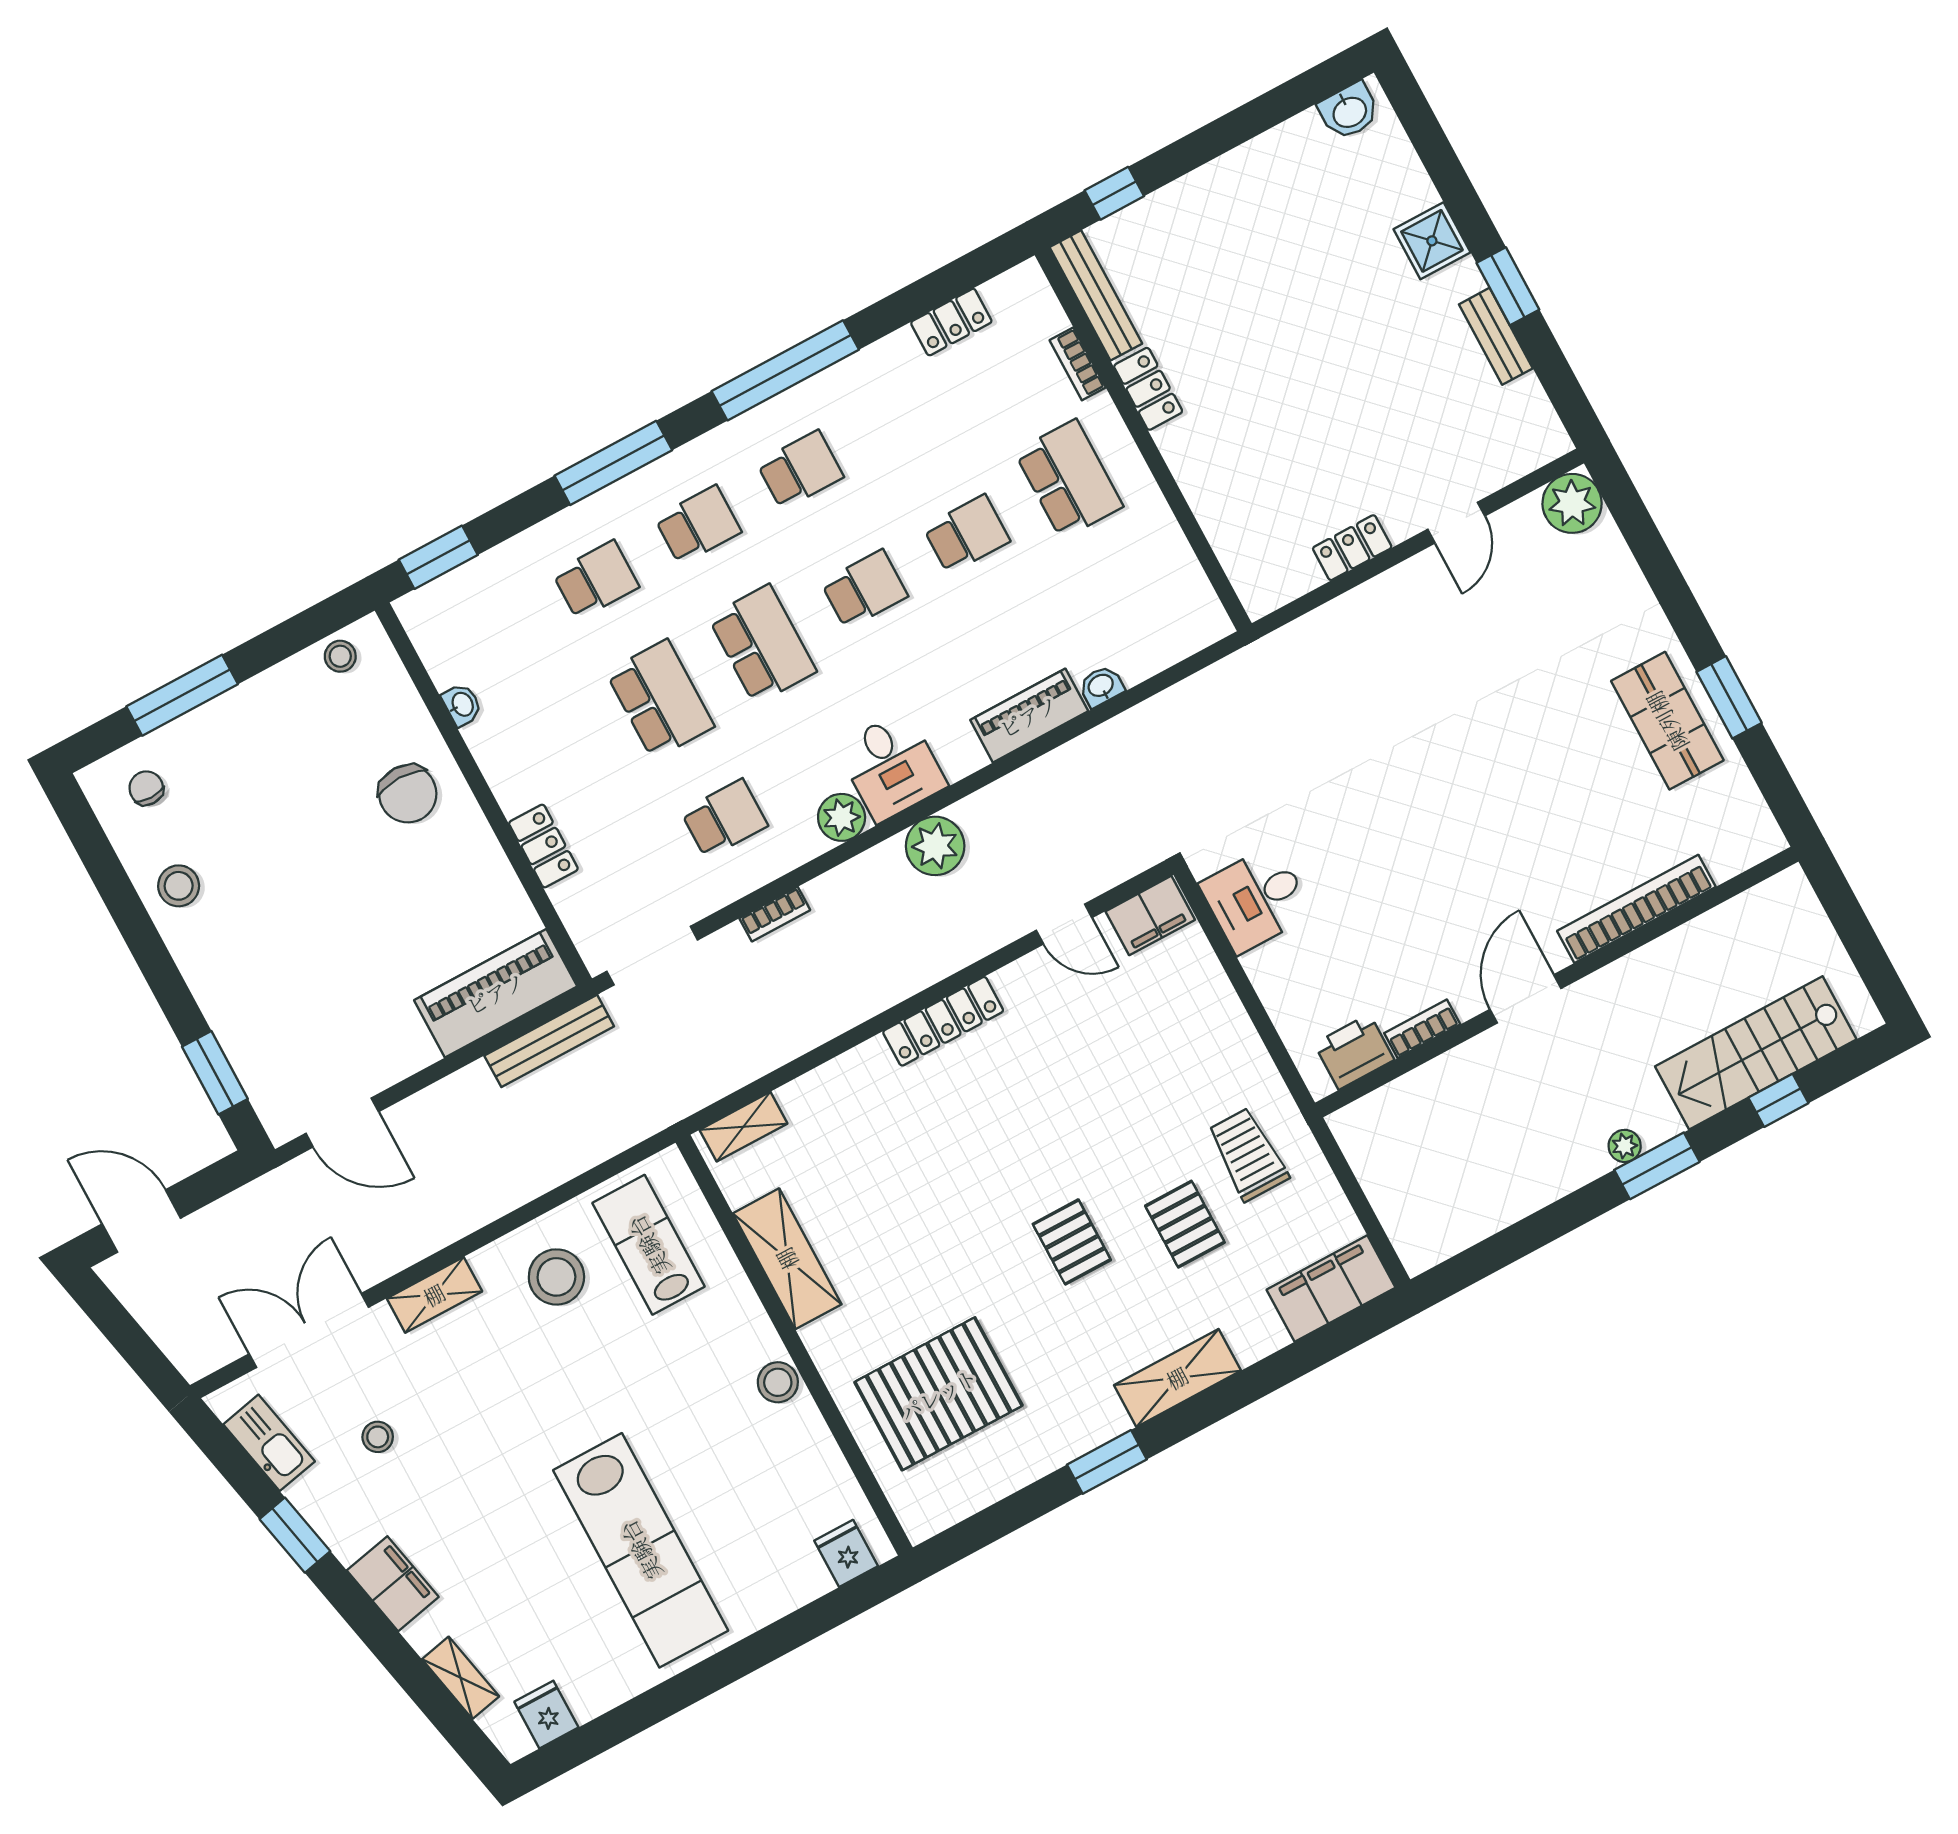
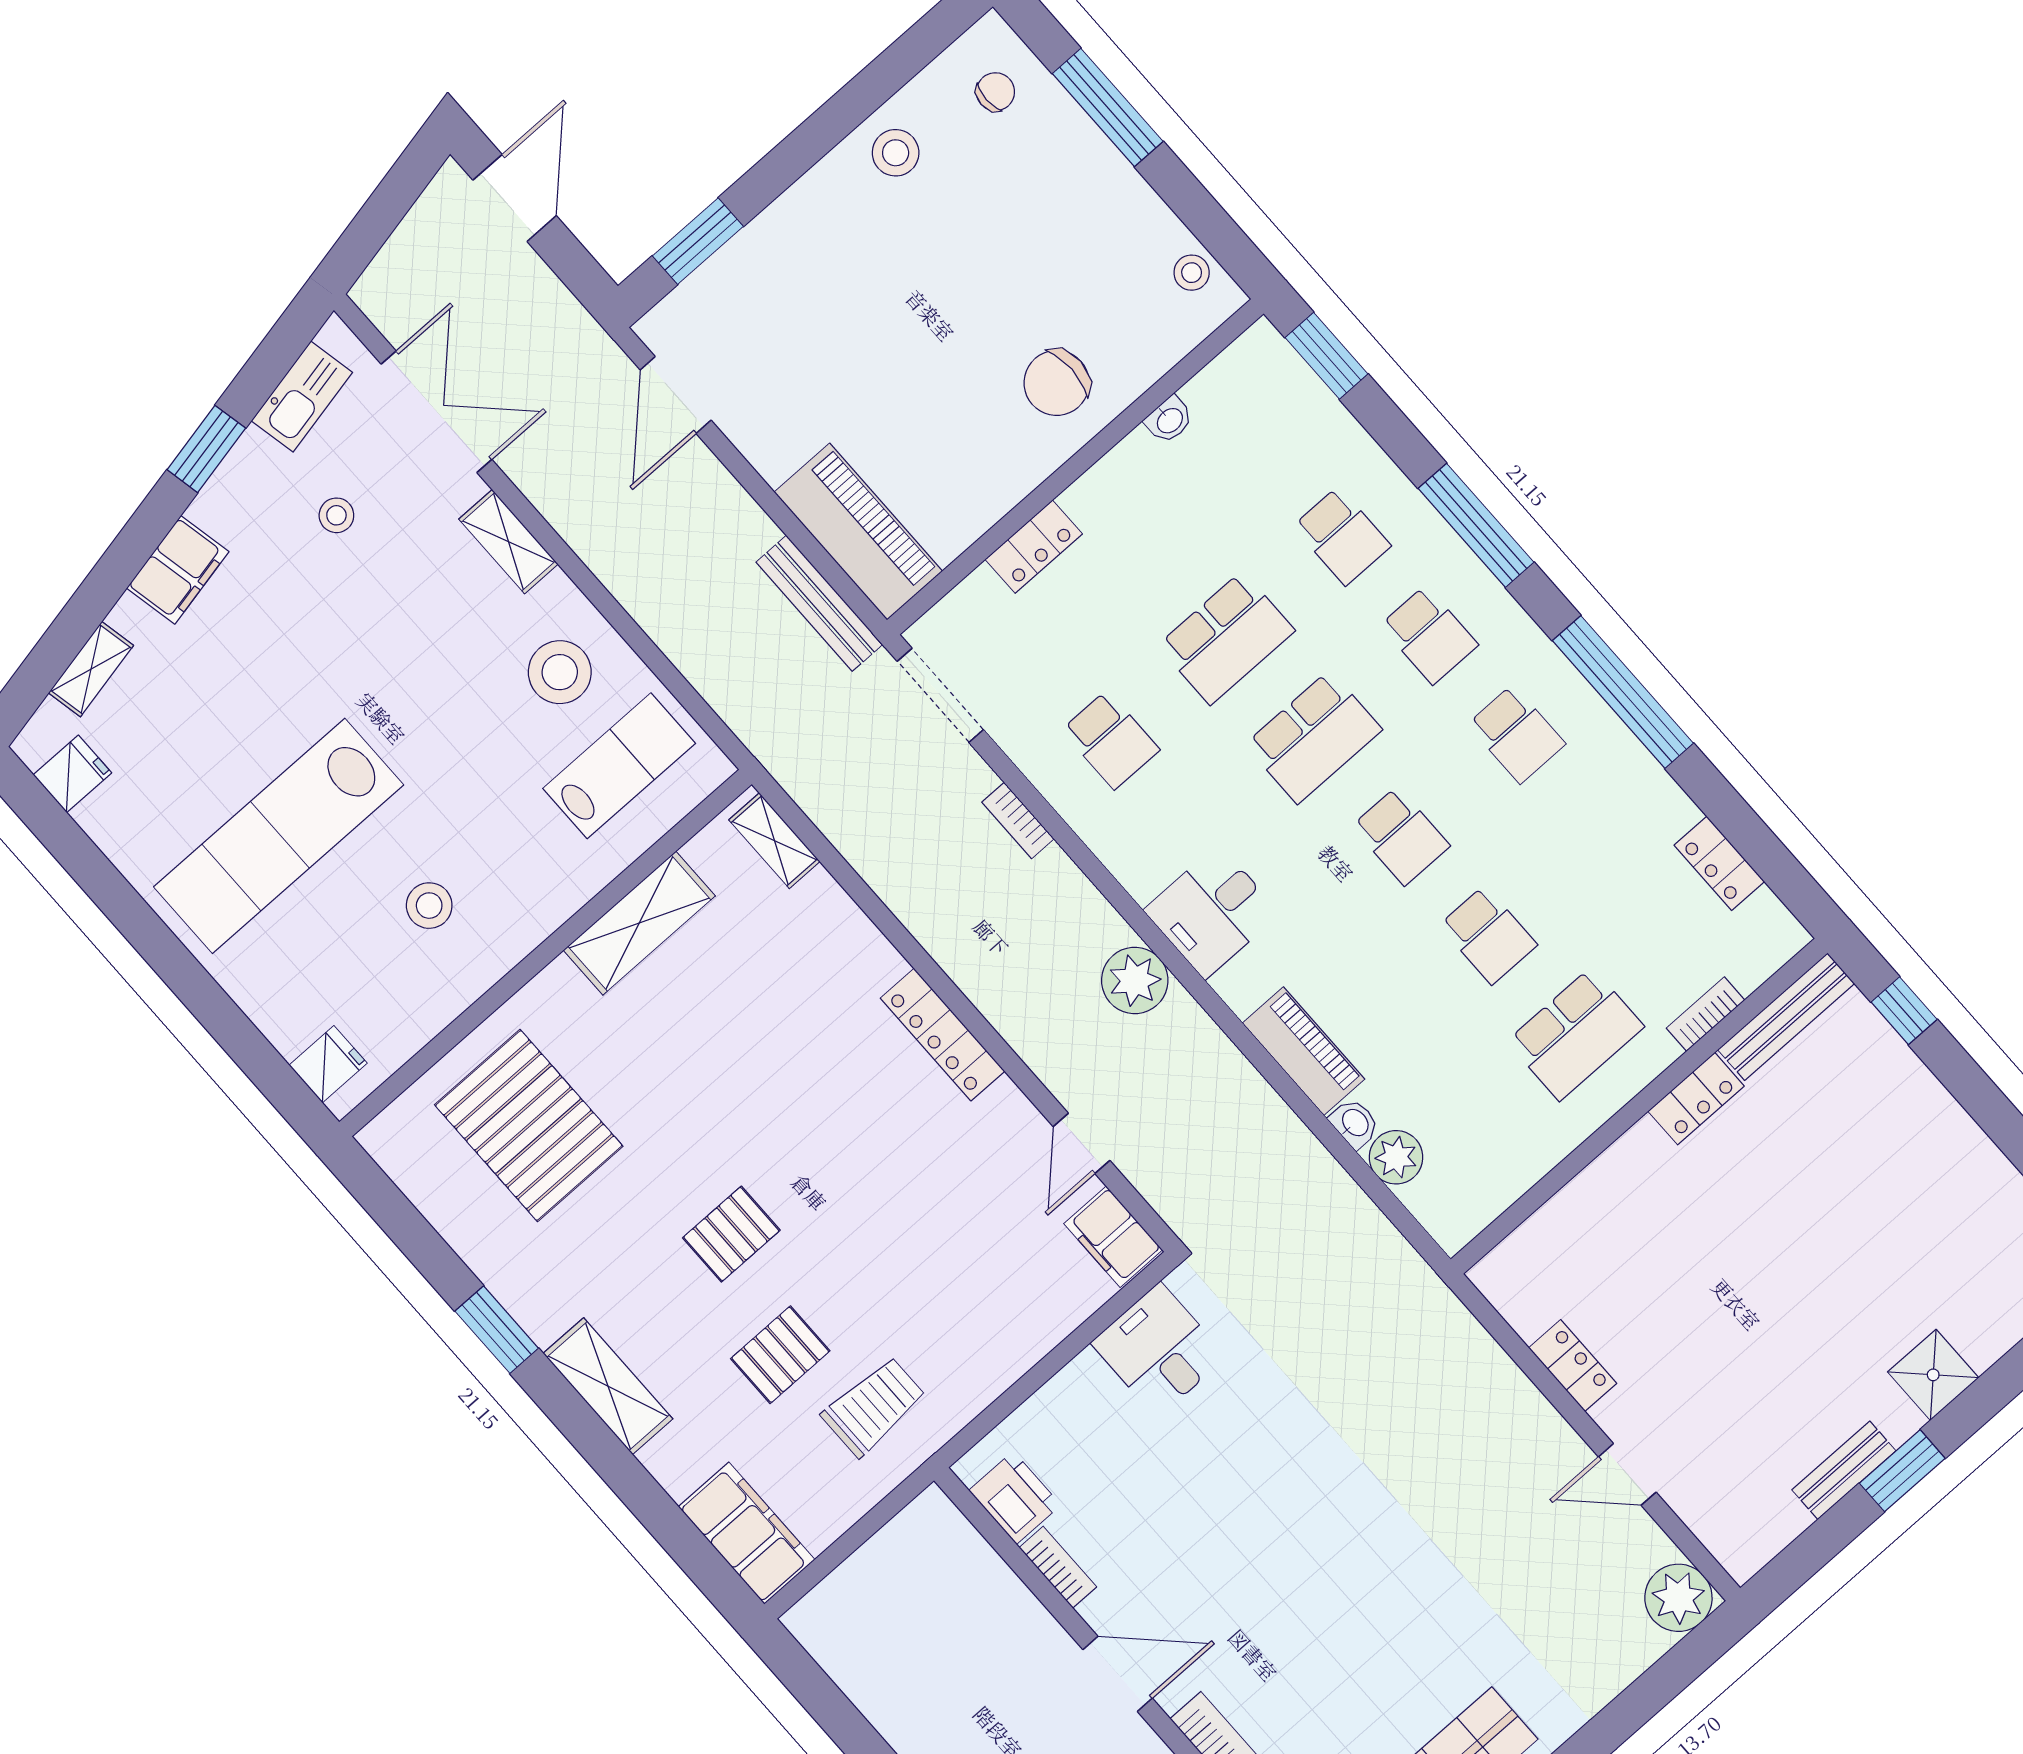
plant: (842, 817) -> (1396, 1157), moved
stool: (778, 1382) -> (429, 906), moved

